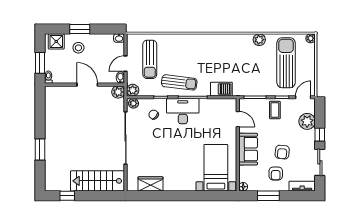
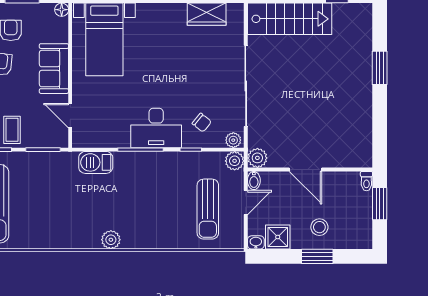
plant: (259, 40) -> (111, 240), moved
shower: (56, 41) -> (278, 237), moved
sun lounger: (150, 59) -> (208, 209), turned 180
sun lounger: (179, 82) -> (162, 173), removed

